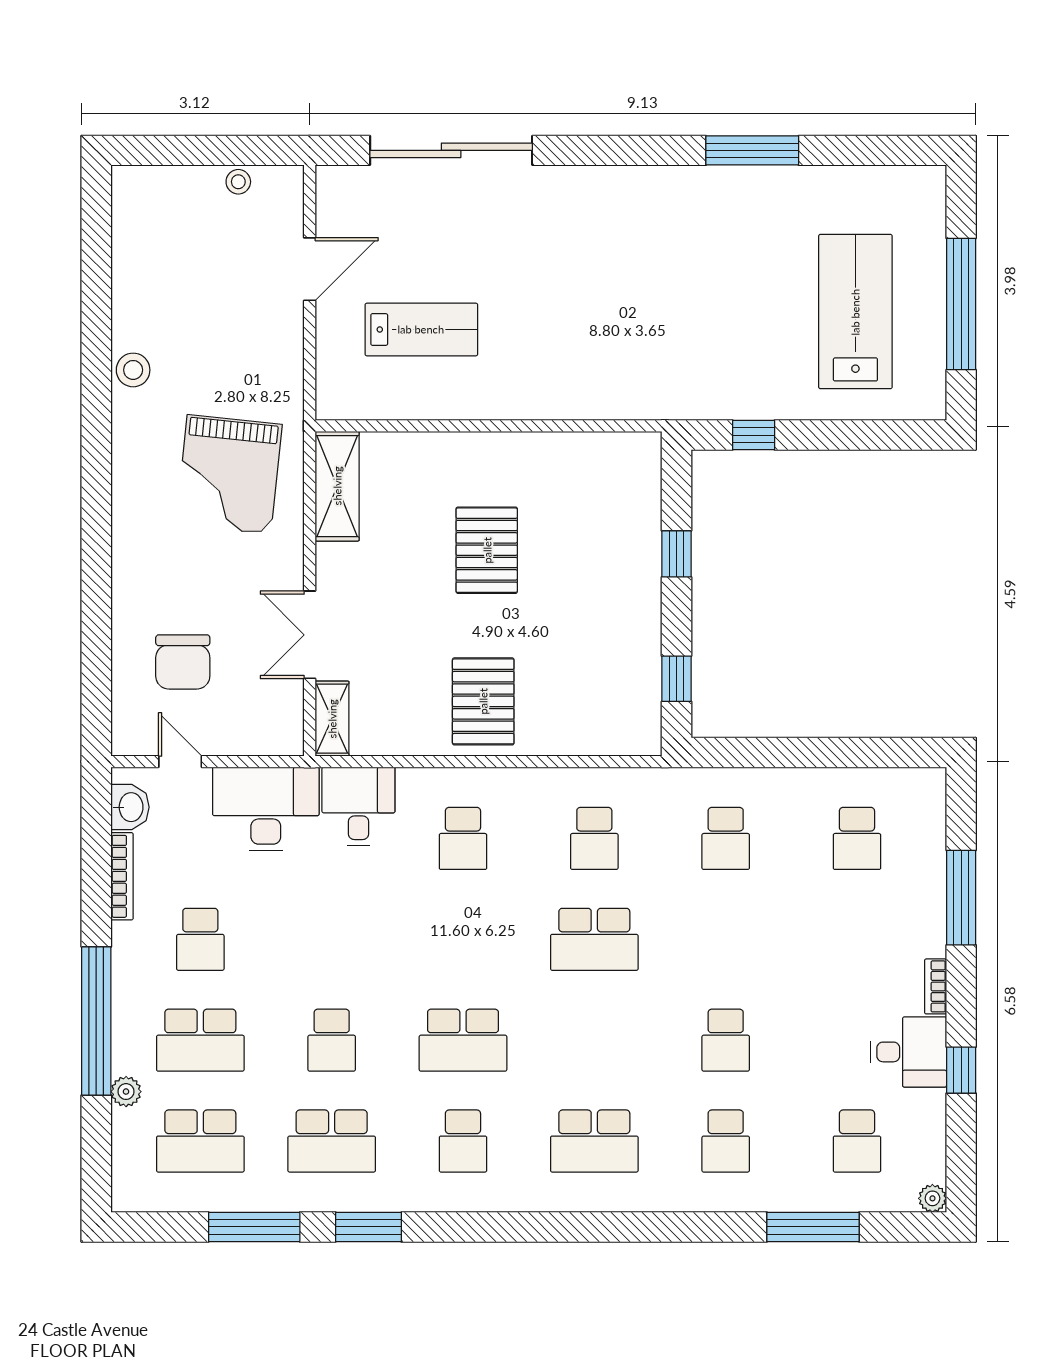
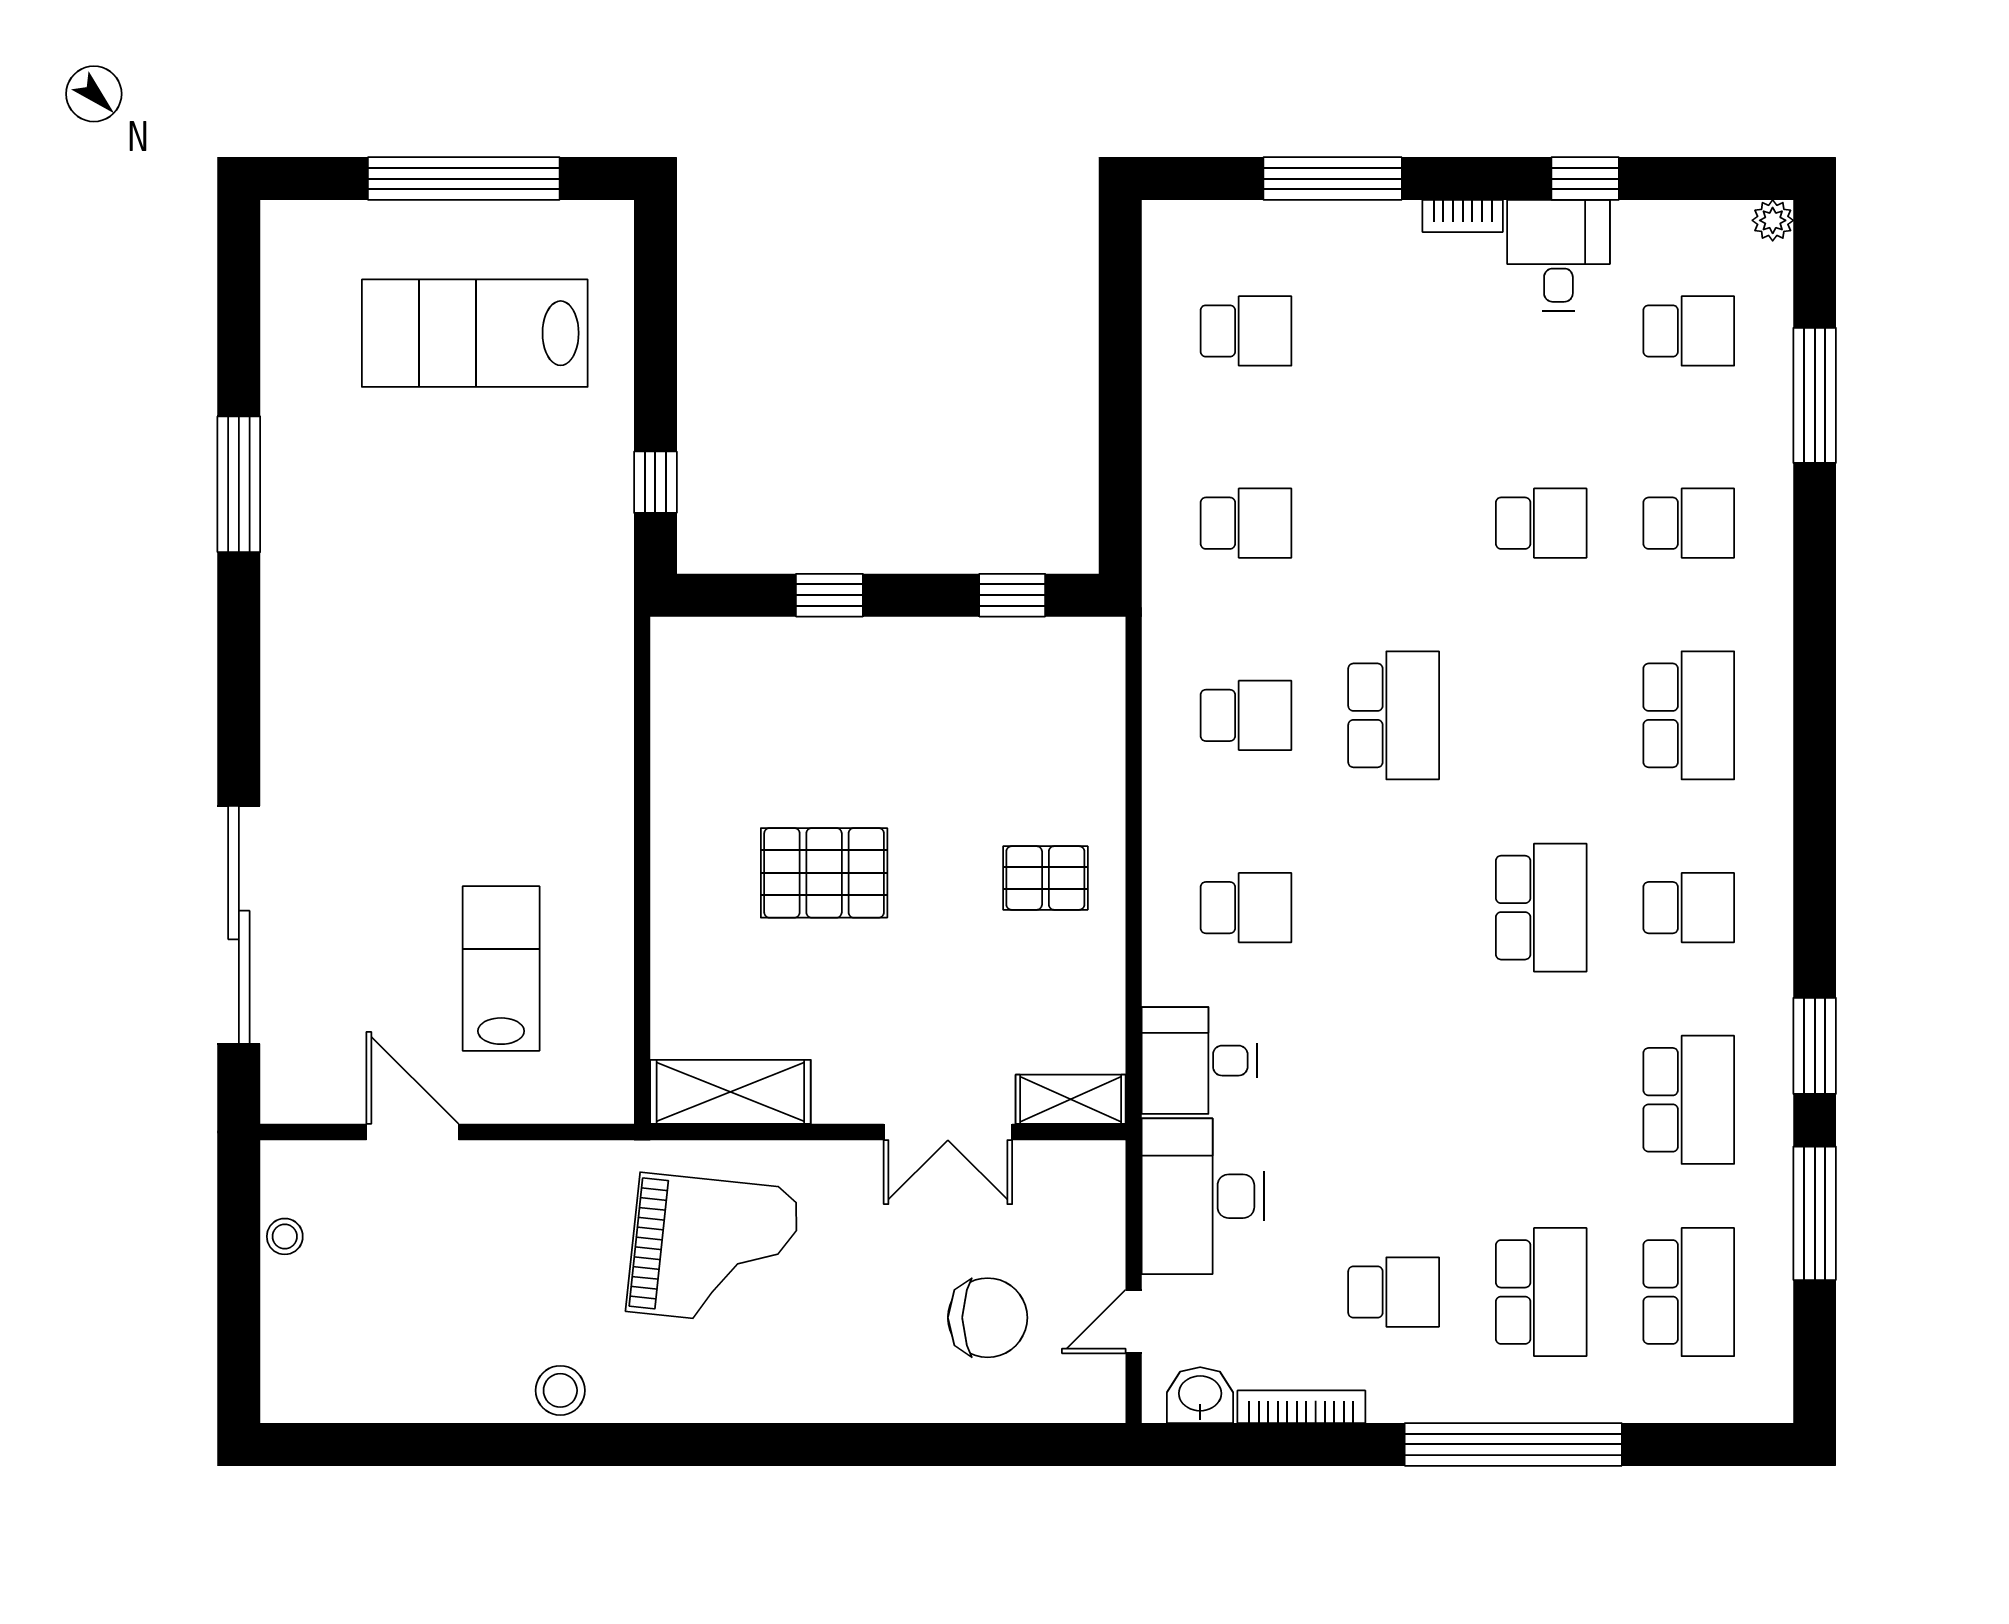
pallet: (483, 701) -> (1045, 878), width x0.67, depth x0.71
school desk: (332, 1040) -> (1541, 1100), removed
plant: (126, 1092) -> (1616, 1401), removed

